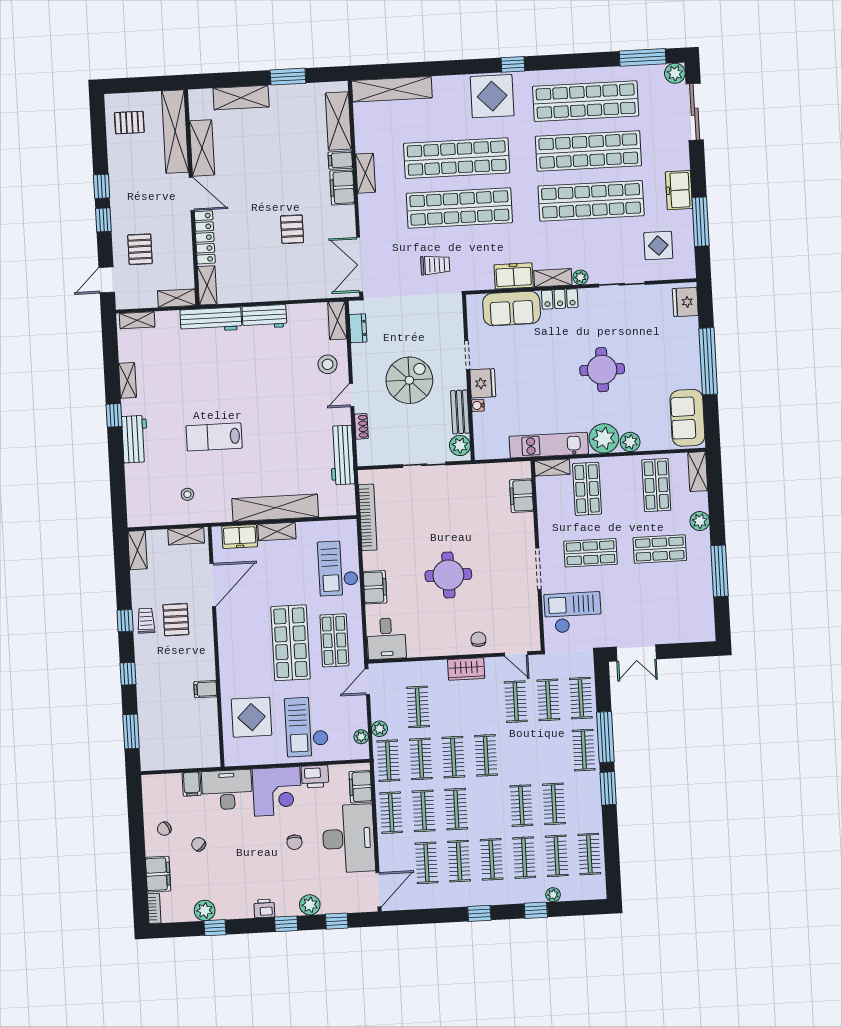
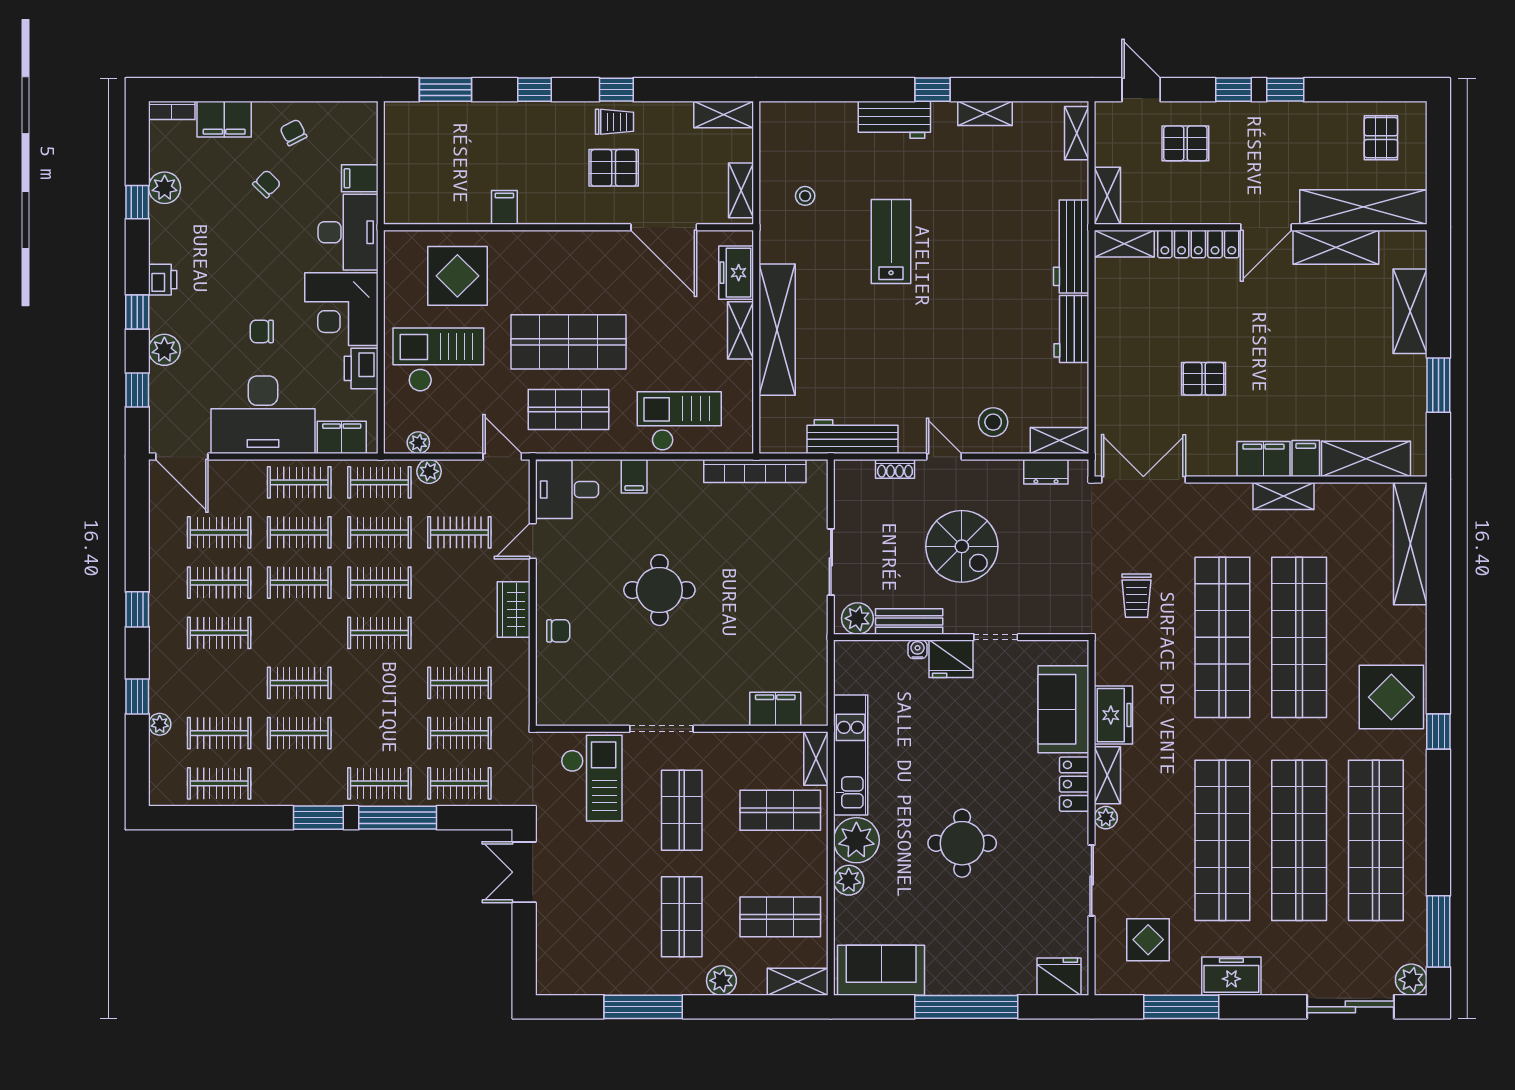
filing cabinet: (375, 587) -> (634, 476), width x0.50
door: (516, 654) -> (533, 541), moved
clothes rail: (524, 858) -> (219, 683), removed

